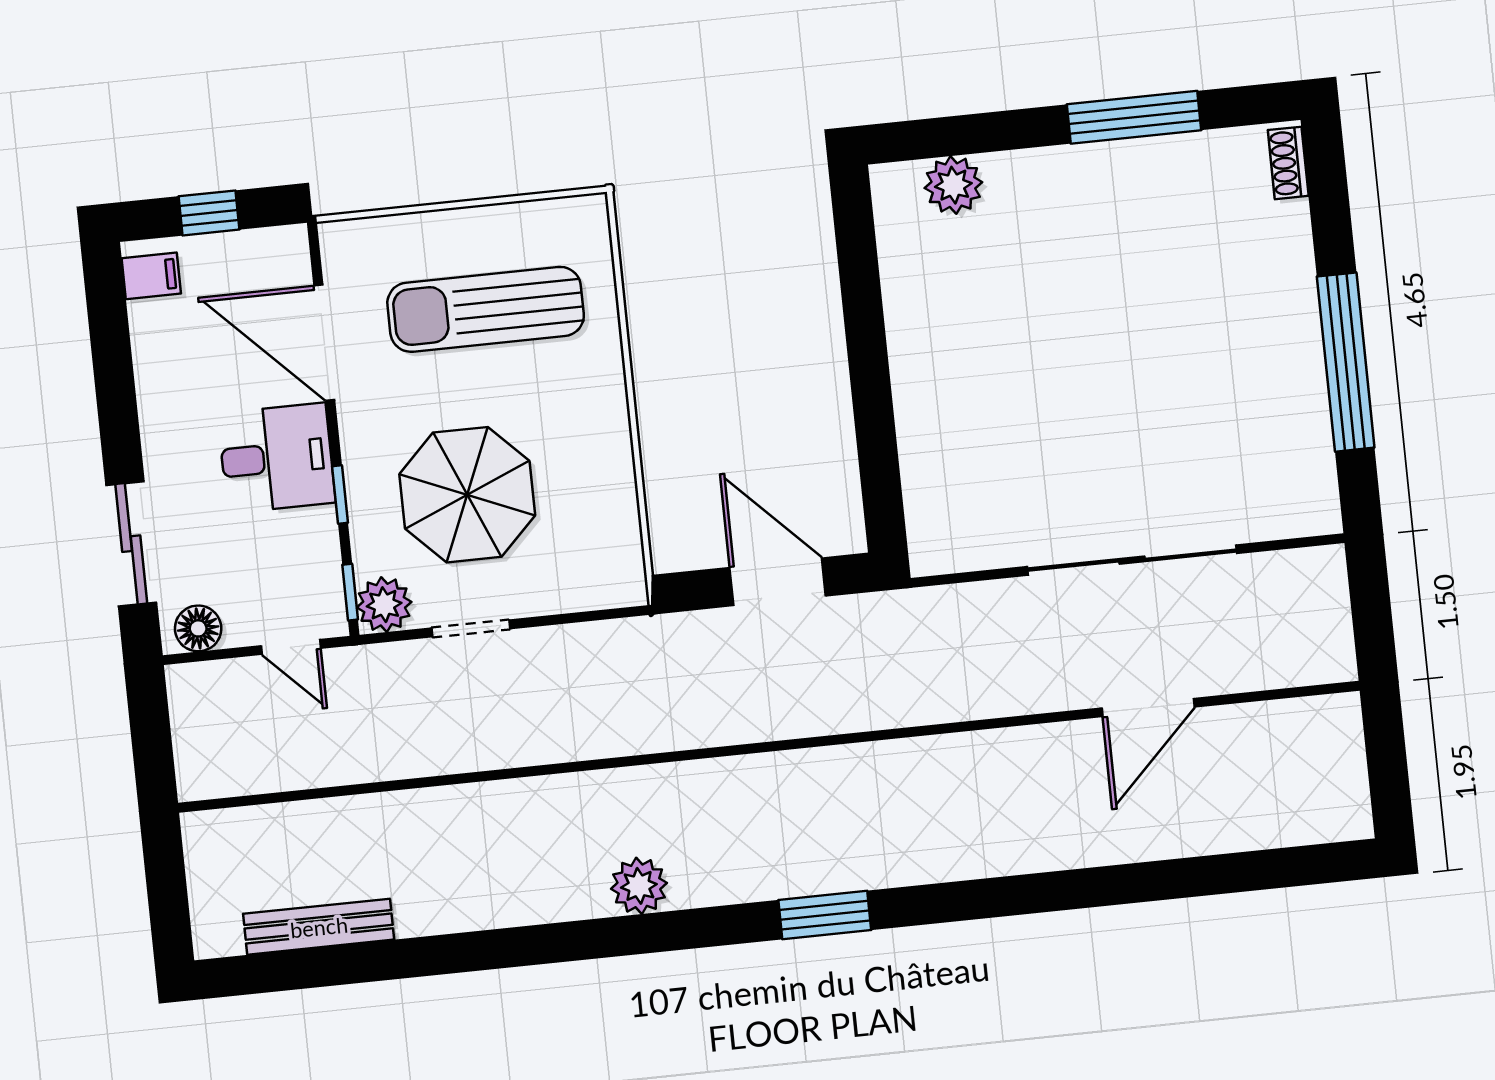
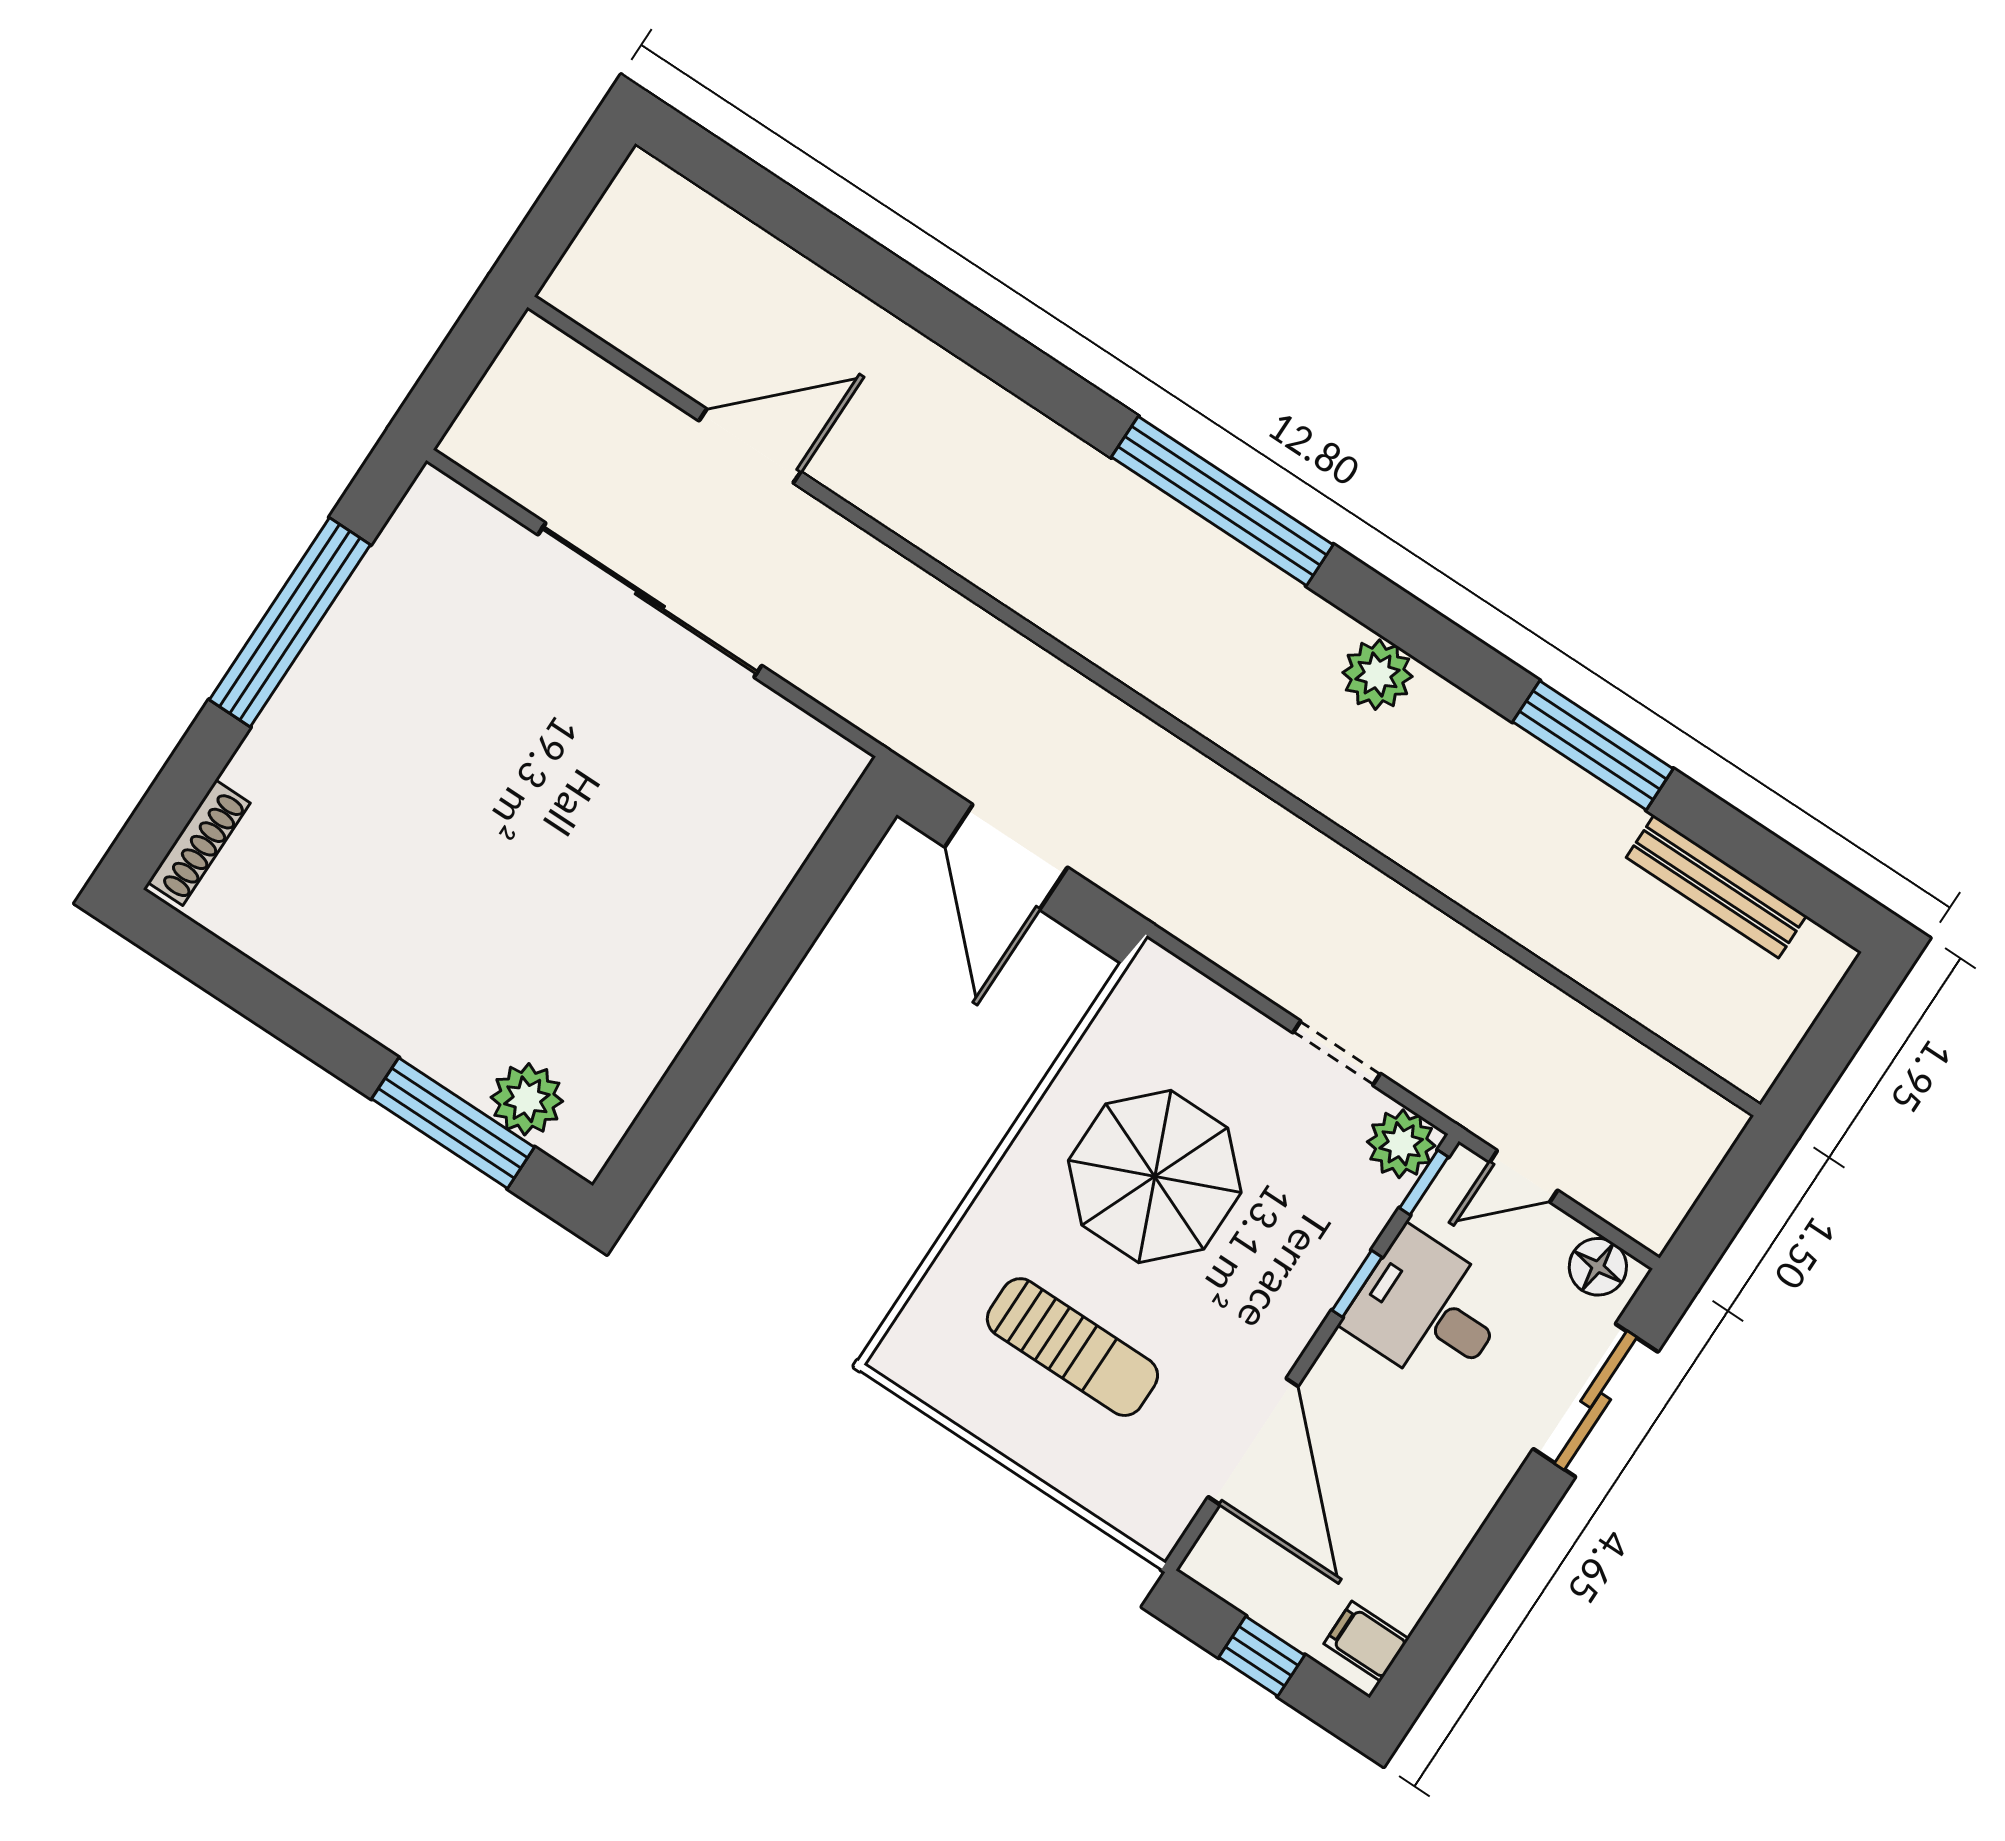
window: (1134, 117) -> (453, 1123), moved
shoe rack: (1288, 163) -> (199, 843), width x1.43
sun lounger: (486, 309) -> (1072, 1347), width x0.73, depth x0.75
desk: (277, 458) -> (1428, 1310), moved
parasol: (467, 495) -> (1155, 1176), moved
door: (291, 647) -> (1524, 1176), swing flipped
window: (825, 915) -> (1222, 501), width x2.11
window: (468, 952) -> (1593, 745), added

